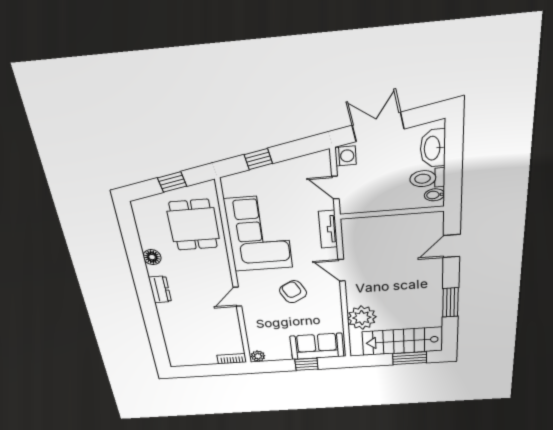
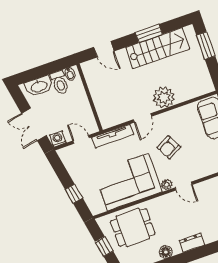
door: (335, 188) -> (81, 139), swing flipped
tv unit: (328, 229) -> (113, 136), width x1.41
plant: (244, 278) -> (167, 185), added
plant: (362, 318) -> (164, 97), moved
stairs: (402, 341) -> (158, 48), moved, turned -90

